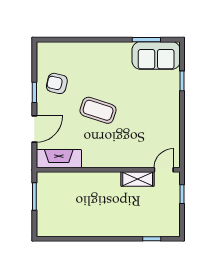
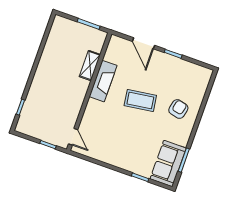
armchair: (57, 83) -> (178, 109), moved
coffee table: (98, 110) -> (140, 101), turned 64
fireplace: (59, 159) -> (103, 81), moved
shelving: (138, 179) -> (90, 66), moved

